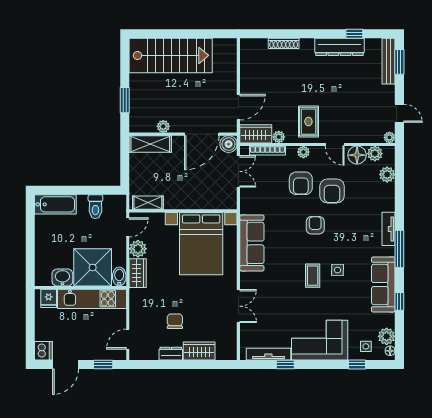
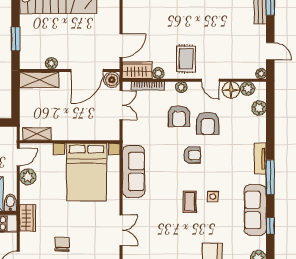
armchair: (315, 225) -> (192, 155), turned 90
wardrobe: (138, 273) -> (28, 218), moved

